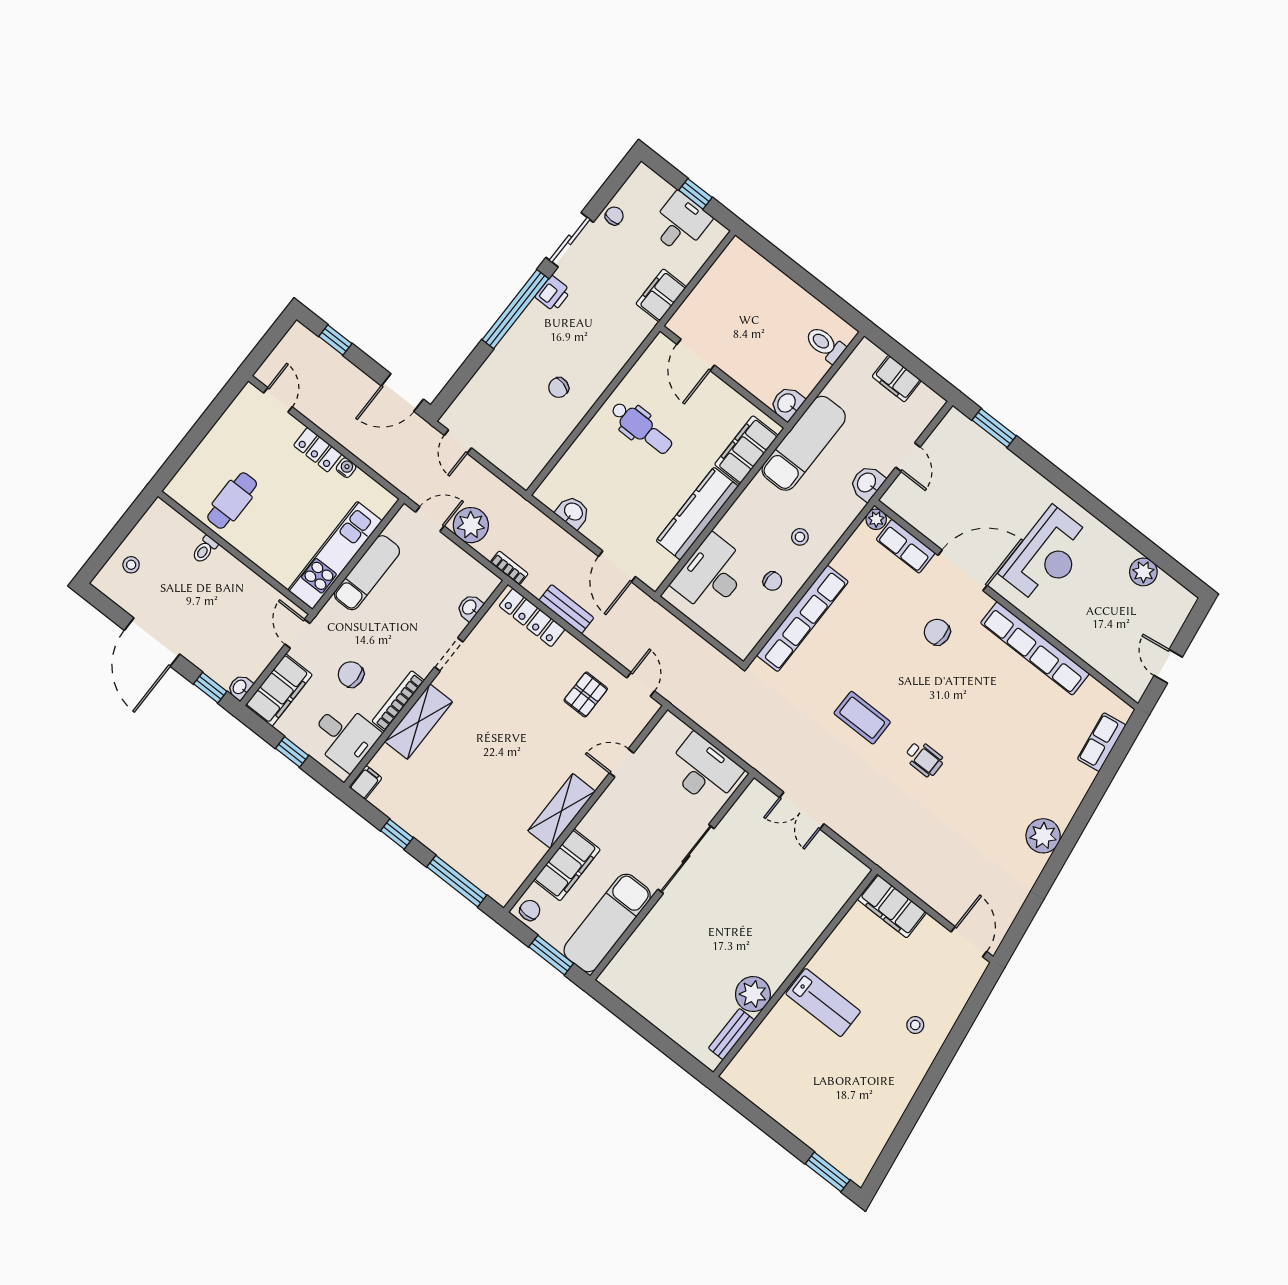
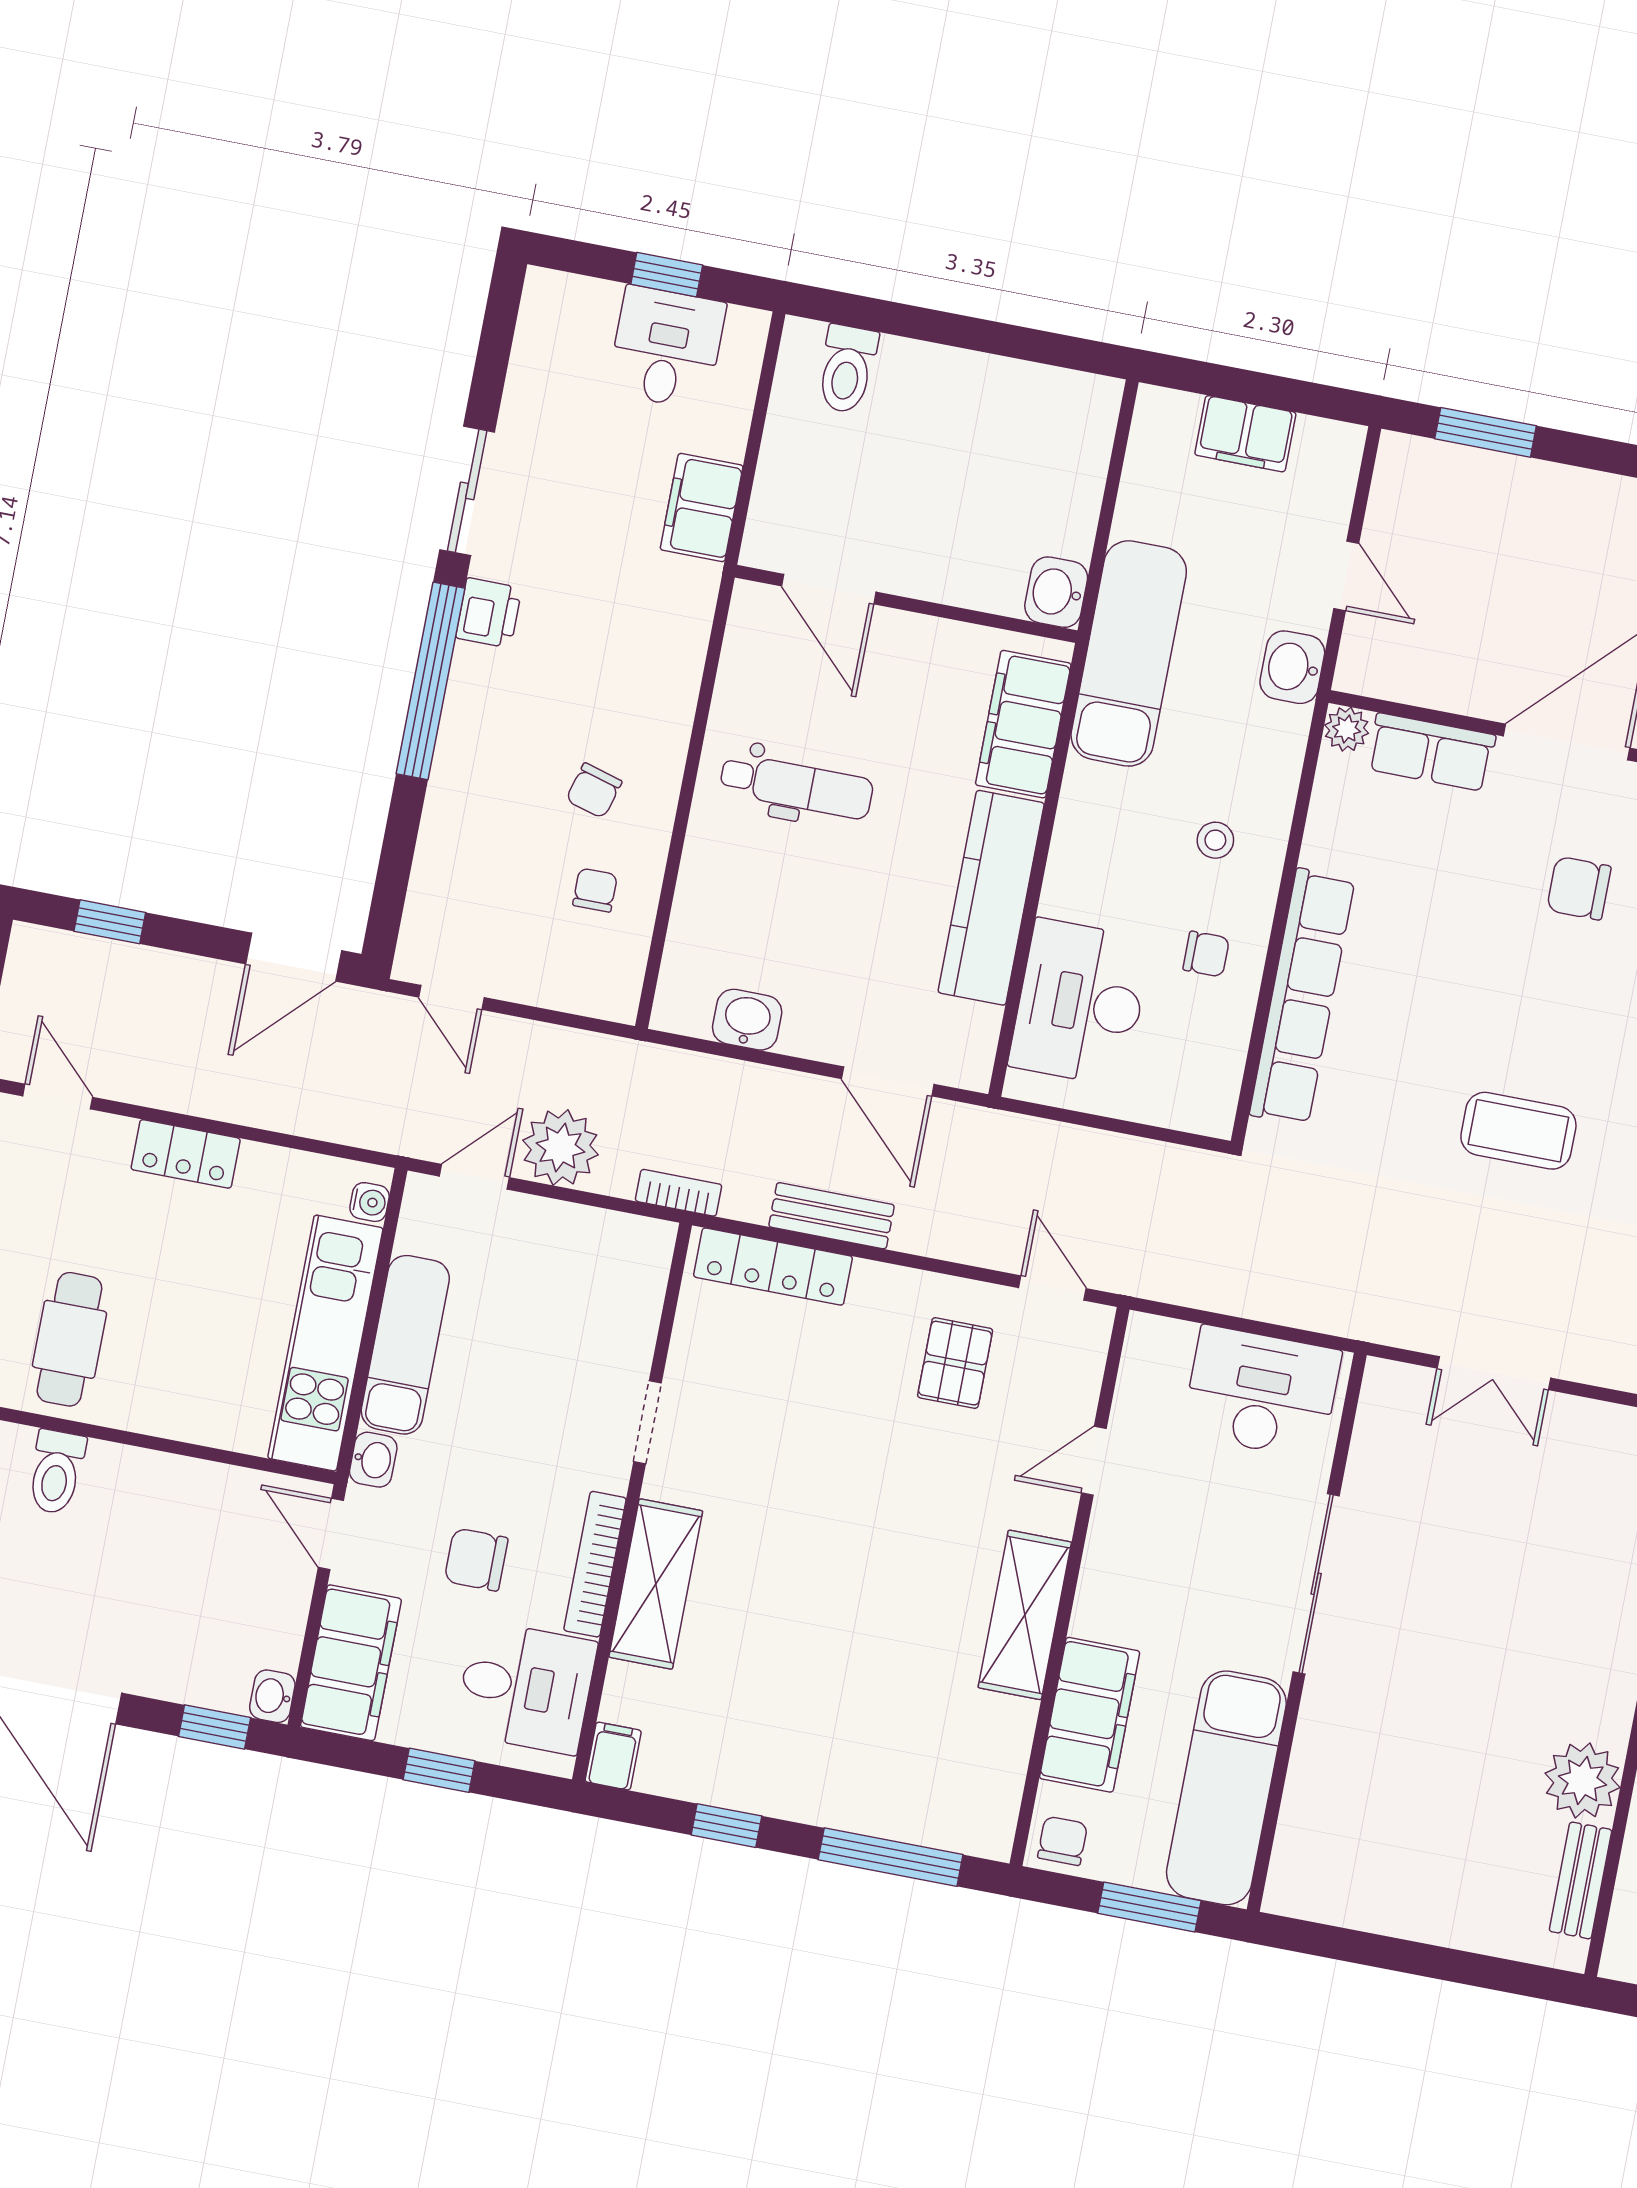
chair: (614, 216) -> (595, 890), moved
toilet: (825, 344) -> (847, 369), moved, turned -90
water cooler: (346, 468) -> (370, 1202), moved, turned 90
toilet: (205, 549) -> (56, 1472), width x1.37, depth x1.39
washbasin: (470, 607) -> (373, 1460), moved, turned 180

